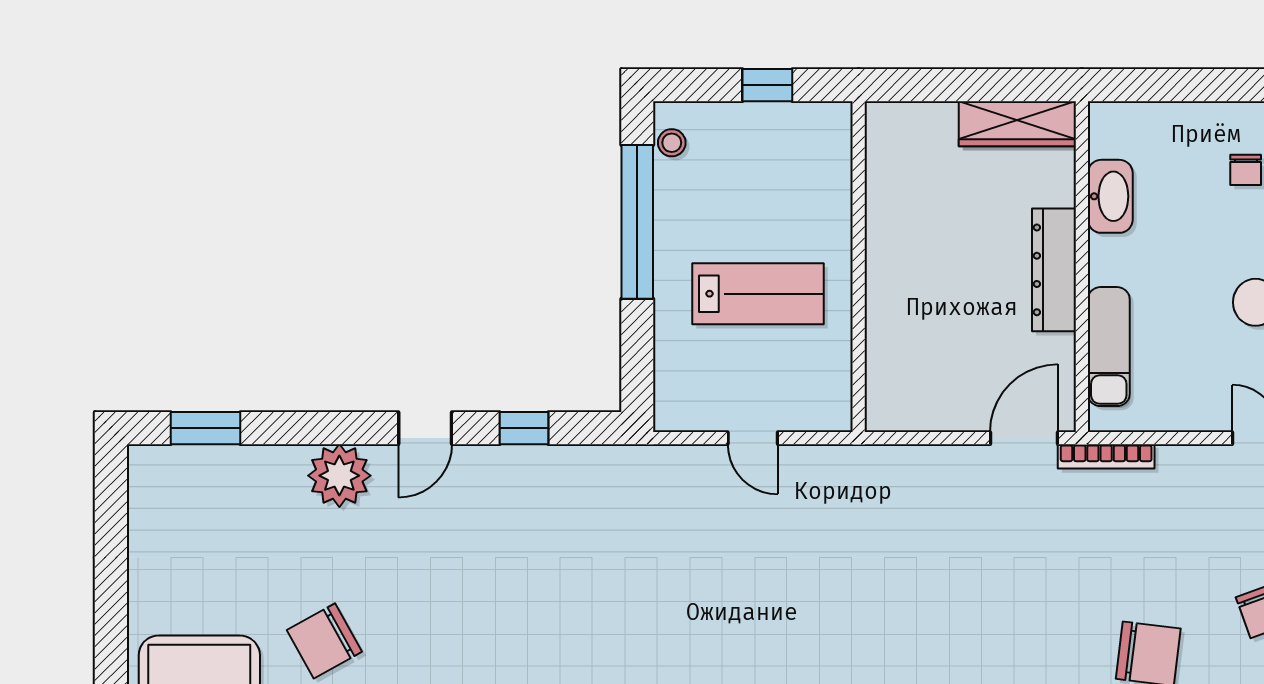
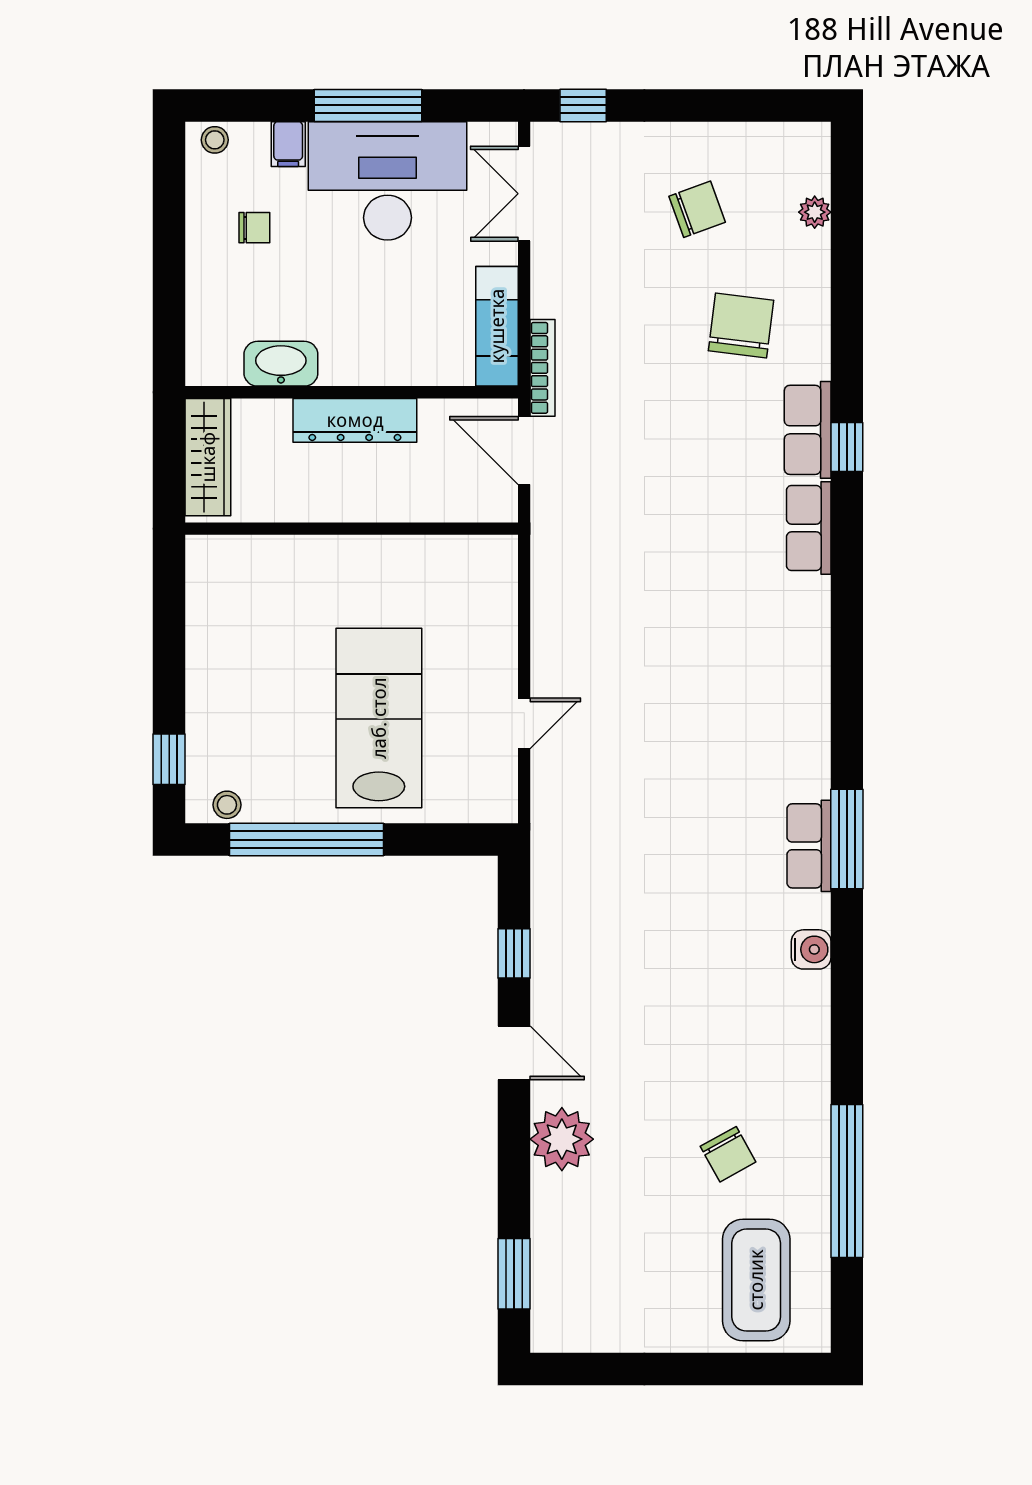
window: (767, 85) -> (169, 759), moved
wall: (859, 267) -> (352, 529), moved
lab bench: (758, 294) -> (379, 718), width x1.36, depth x1.39
exam couch: (1109, 347) -> (497, 326), moved, turned -90
chair: (324, 641) -> (728, 1154), width x0.73, depth x0.73

